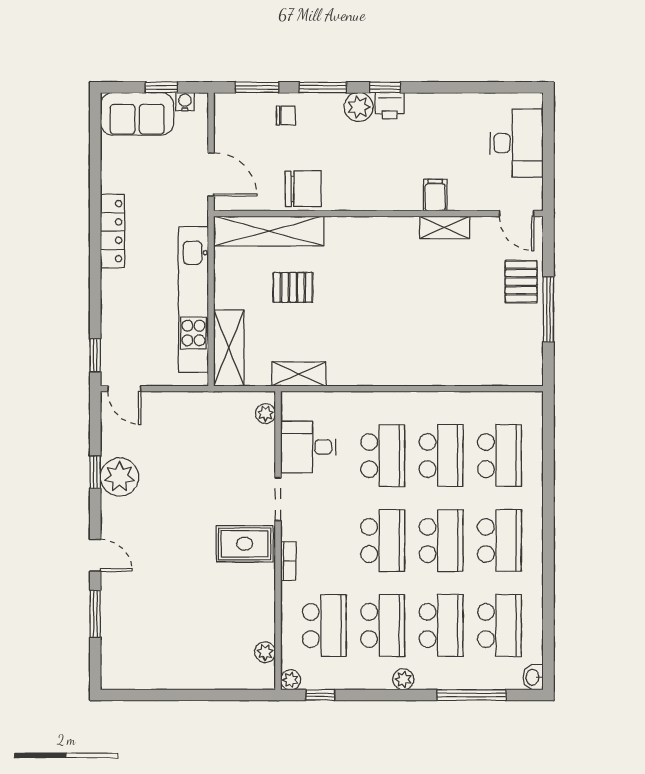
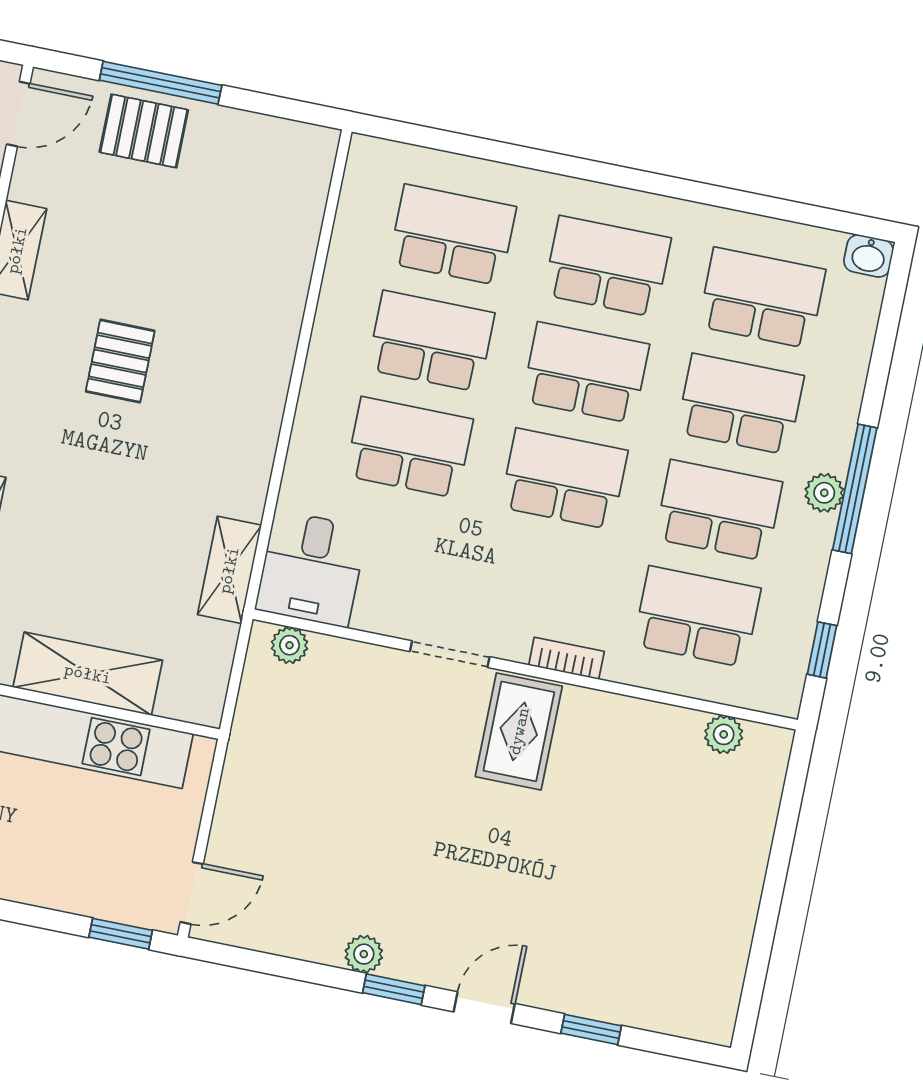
pallet: (293, 287) -> (120, 361), moved
window: (548, 309) -> (161, 83), moved
shelving: (229, 348) -> (88, 674), moved
desk: (308, 447) -> (311, 569), moved
window: (95, 472) -> (394, 989), moved
plant: (120, 477) -> (364, 954), width x0.53, depth x0.53
window: (95, 614) -> (591, 1029), width x0.67
plant: (291, 680) -> (783, 698), removed
window: (471, 695) -> (855, 489), moved

